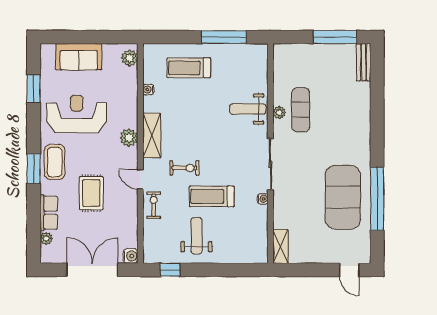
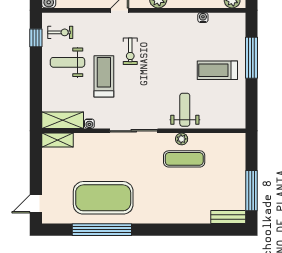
window: (224, 37) -> (252, 58), moved
treadmill: (189, 68) -> (217, 70), moved, turned -90
shelving: (152, 135) -> (63, 120), moved
water cooler: (263, 199) -> (89, 124), moved
exercise bike: (154, 205) -> (60, 32), moved
weight bench: (197, 236) -> (68, 62), turned 180

